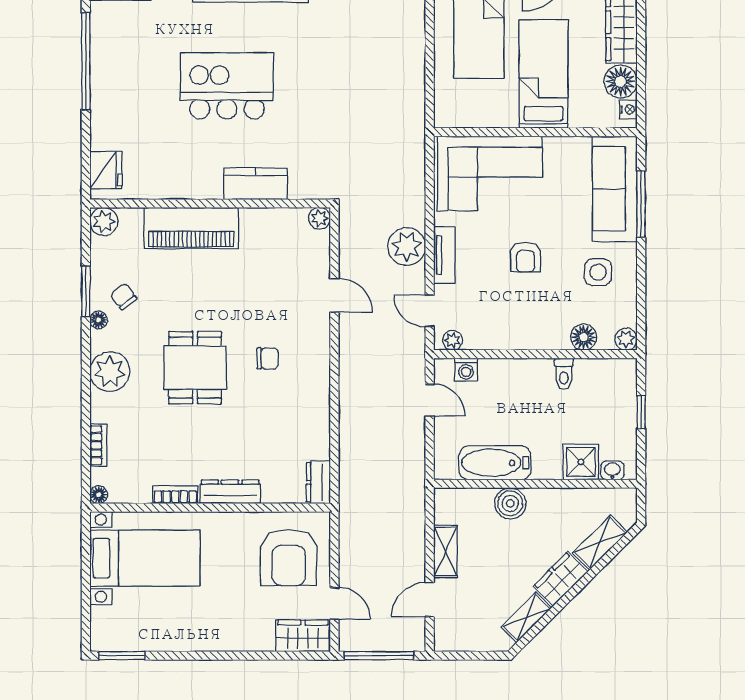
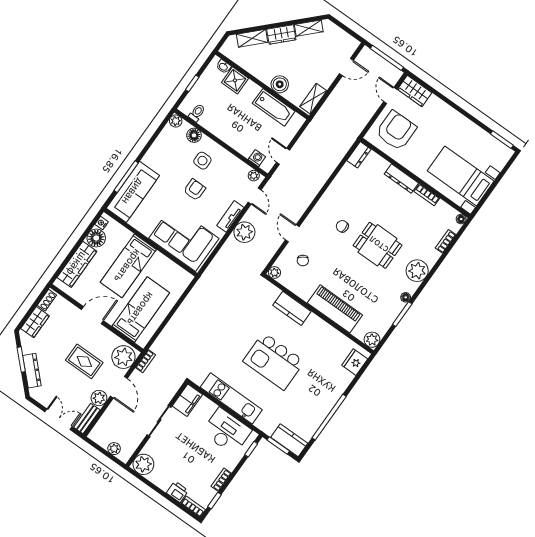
side table: (598, 272) -> (202, 161), moved
chair: (124, 296) -> (303, 261), moved
dining table: (195, 368) -> (378, 245), turned 90
toilet: (564, 374) -> (197, 113), moved
shelving: (445, 551) -> (313, 99), moved

